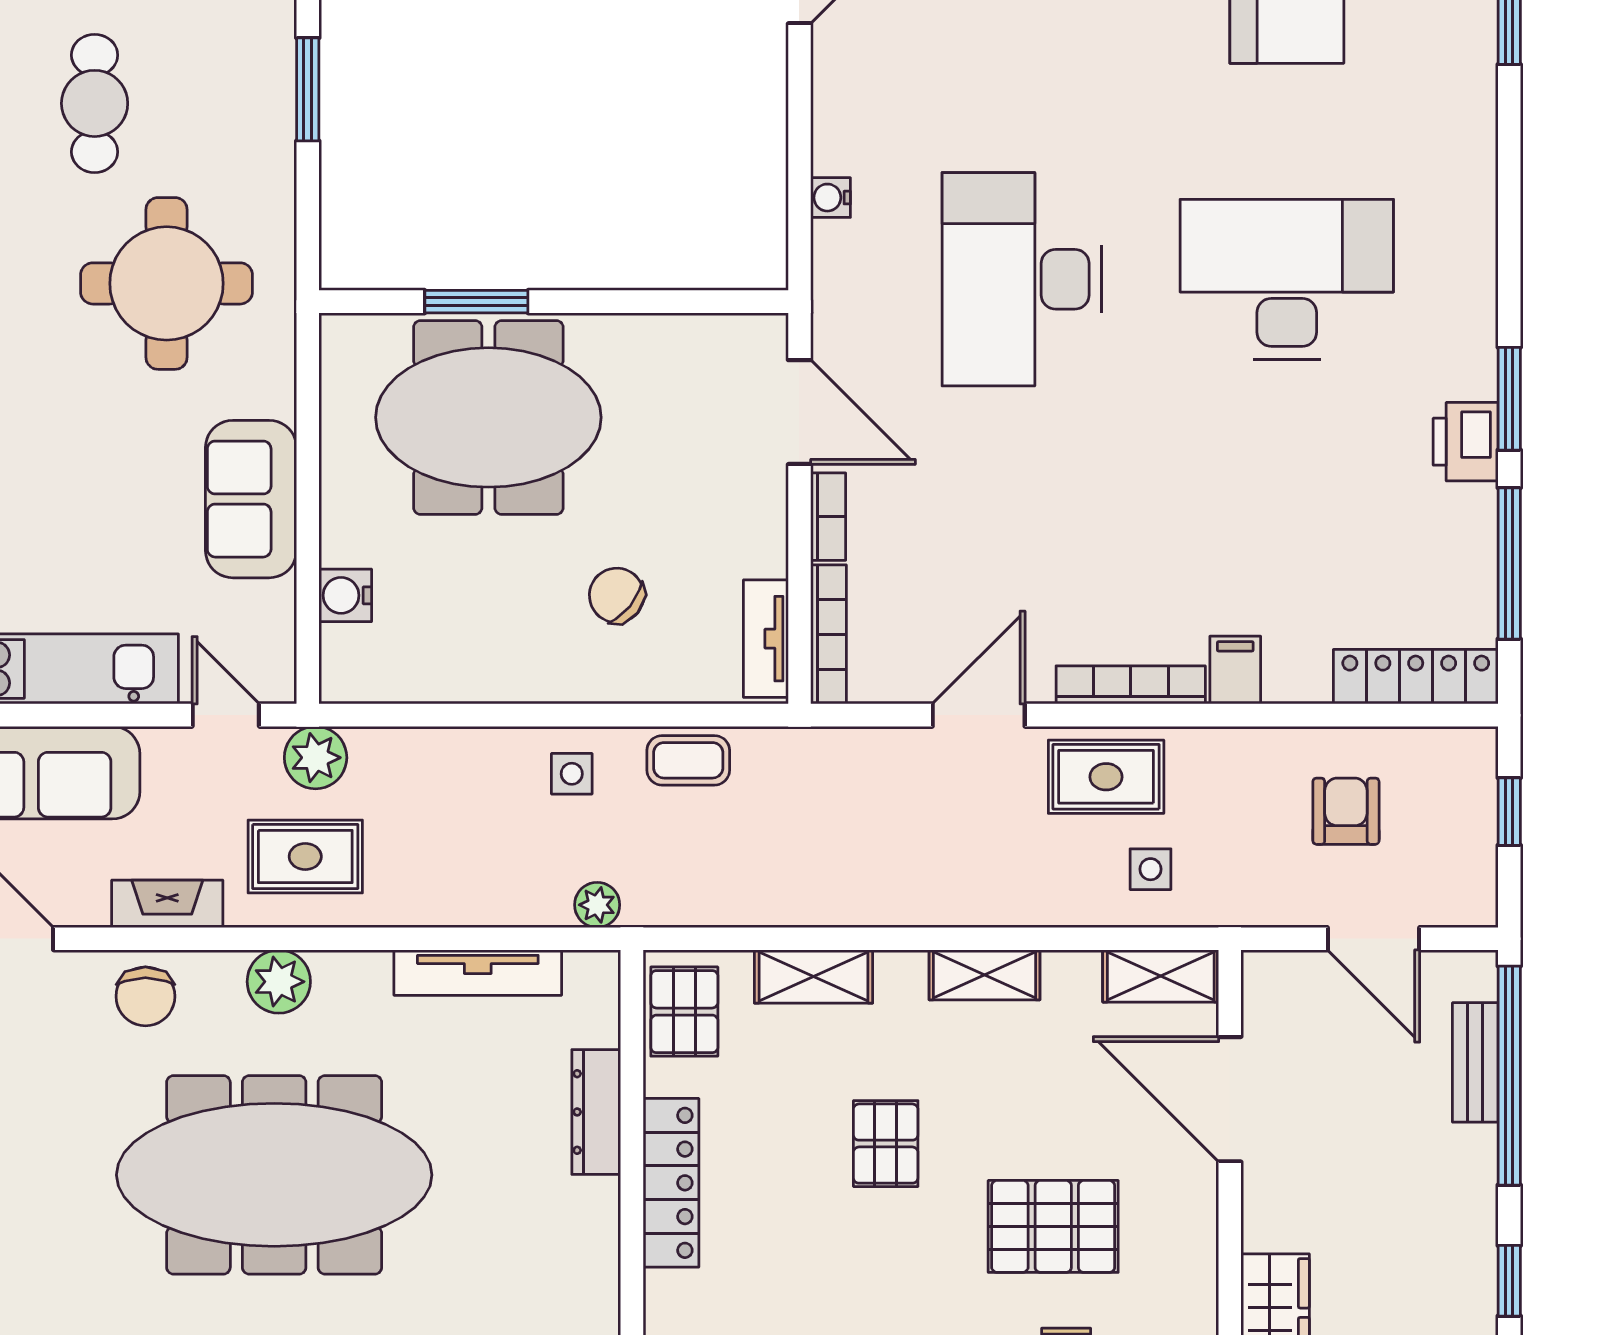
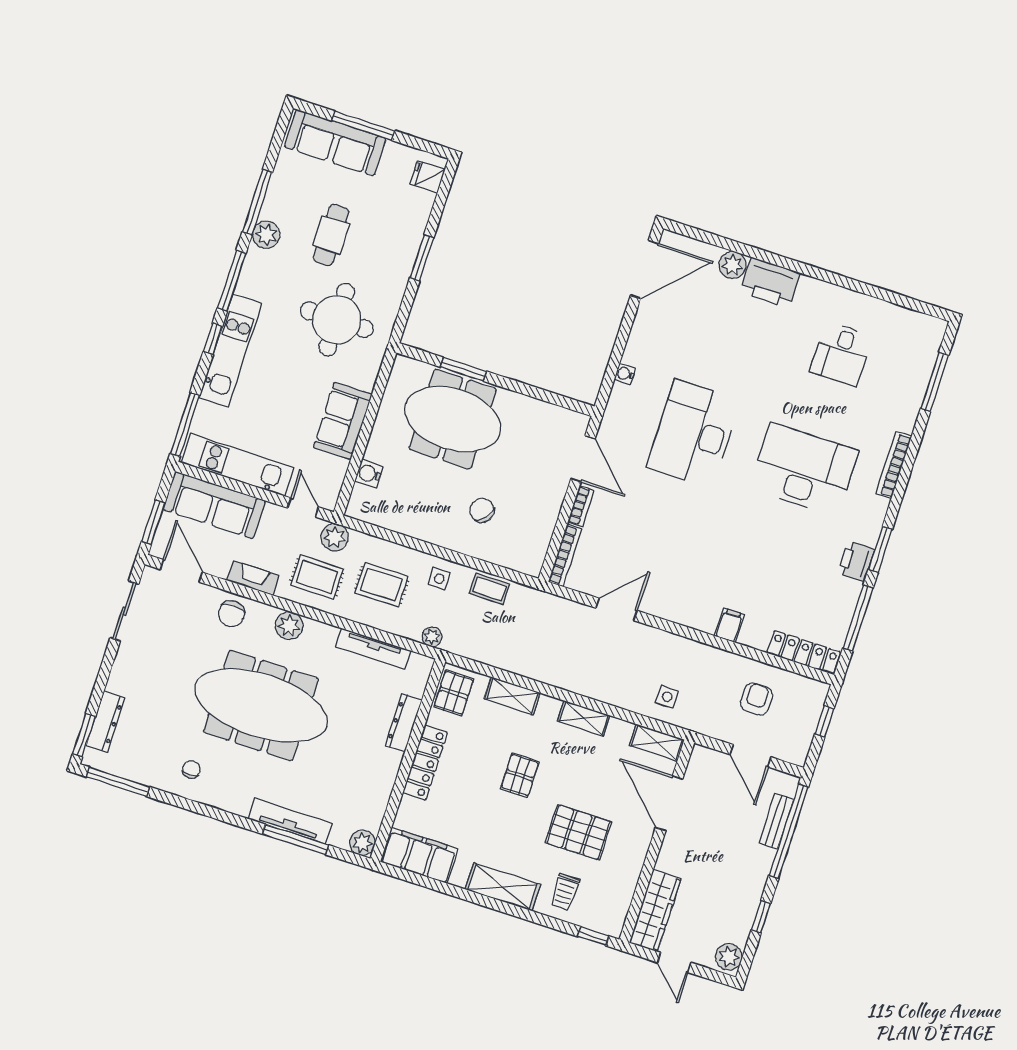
tv unit: (766, 639) -> (538, 549), removed
bookcase: (1131, 685) -> (894, 465), moved, turned -90
rug: (1106, 777) -> (381, 585), moved

